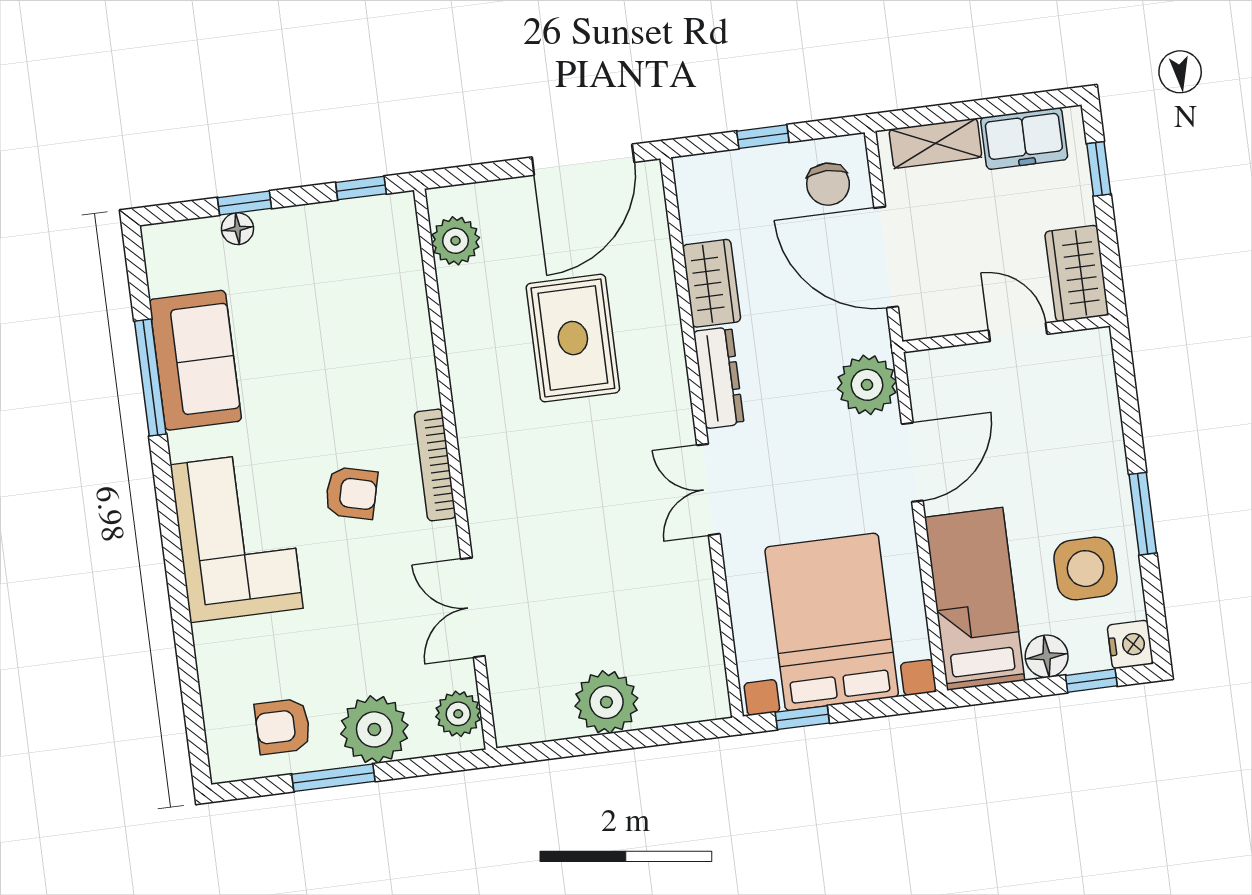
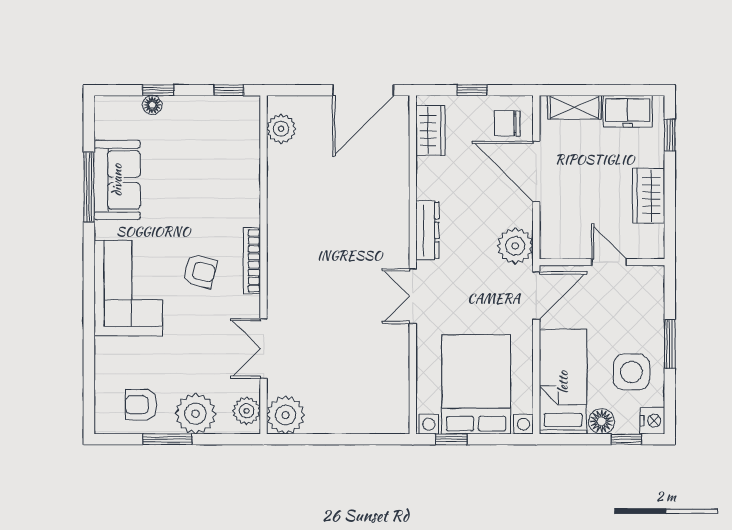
chair: (828, 184) -> (507, 123), turned 90
wardrobe: (712, 283) -> (430, 130), moved
door: (1018, 332) -> (609, 262), moved
wall: (1006, 334) -> (602, 262), moved
rug: (573, 338) -> (344, 196), removed
plant: (606, 702) -> (286, 415), moved

